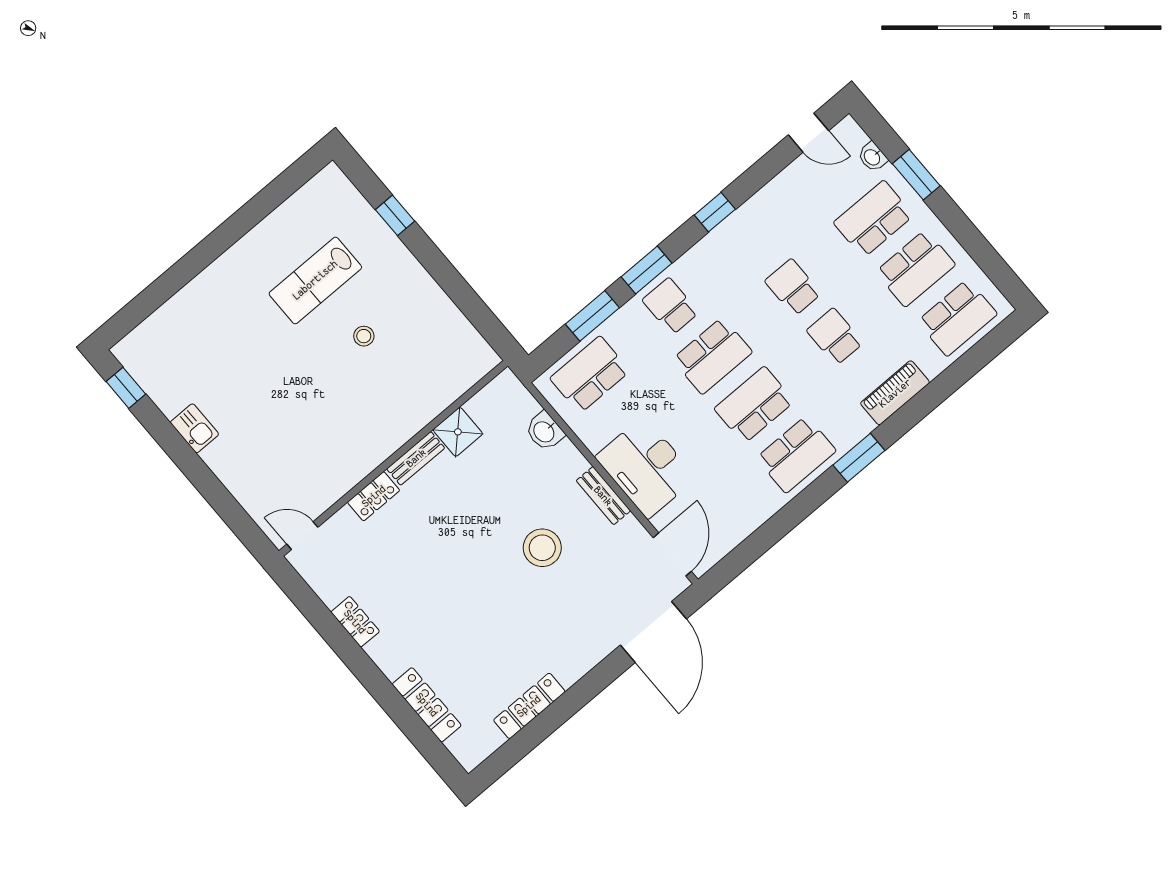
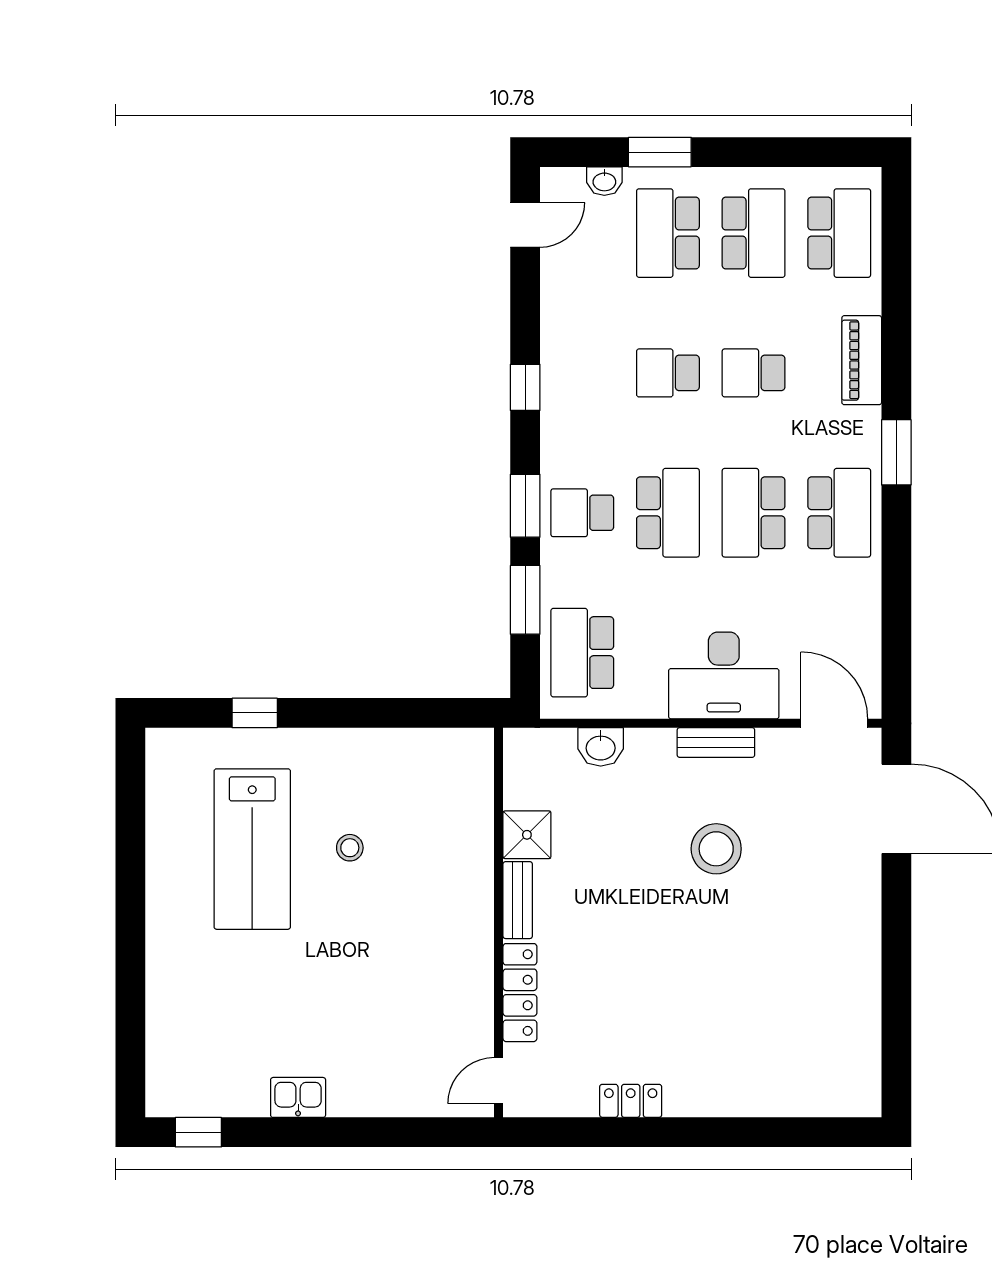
lab bench: (315, 280) -> (252, 849), width x1.36, depth x1.39
locker: (374, 496) -> (520, 993), width x1.53
locker: (427, 705) -> (776, 1100), removed
locker: (529, 706) -> (865, 997), removed

